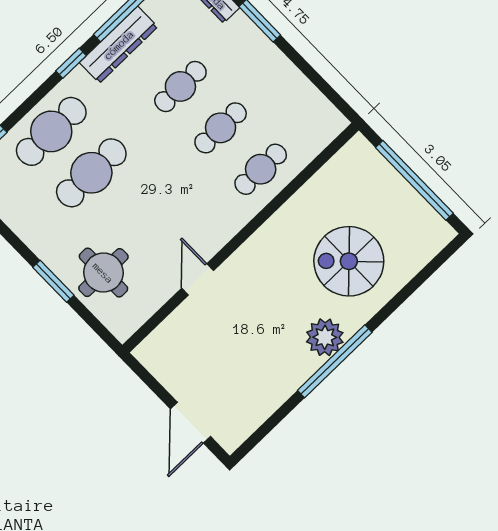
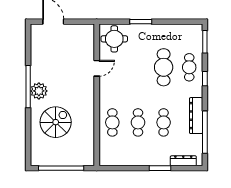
window: (71, 63) -> (205, 79), moved
cafe table: (51, 131) -> (189, 67), width x0.73, depth x0.74
round table: (103, 273) -> (114, 39), moved
door: (198, 279) -> (97, 68), hinge flipped

